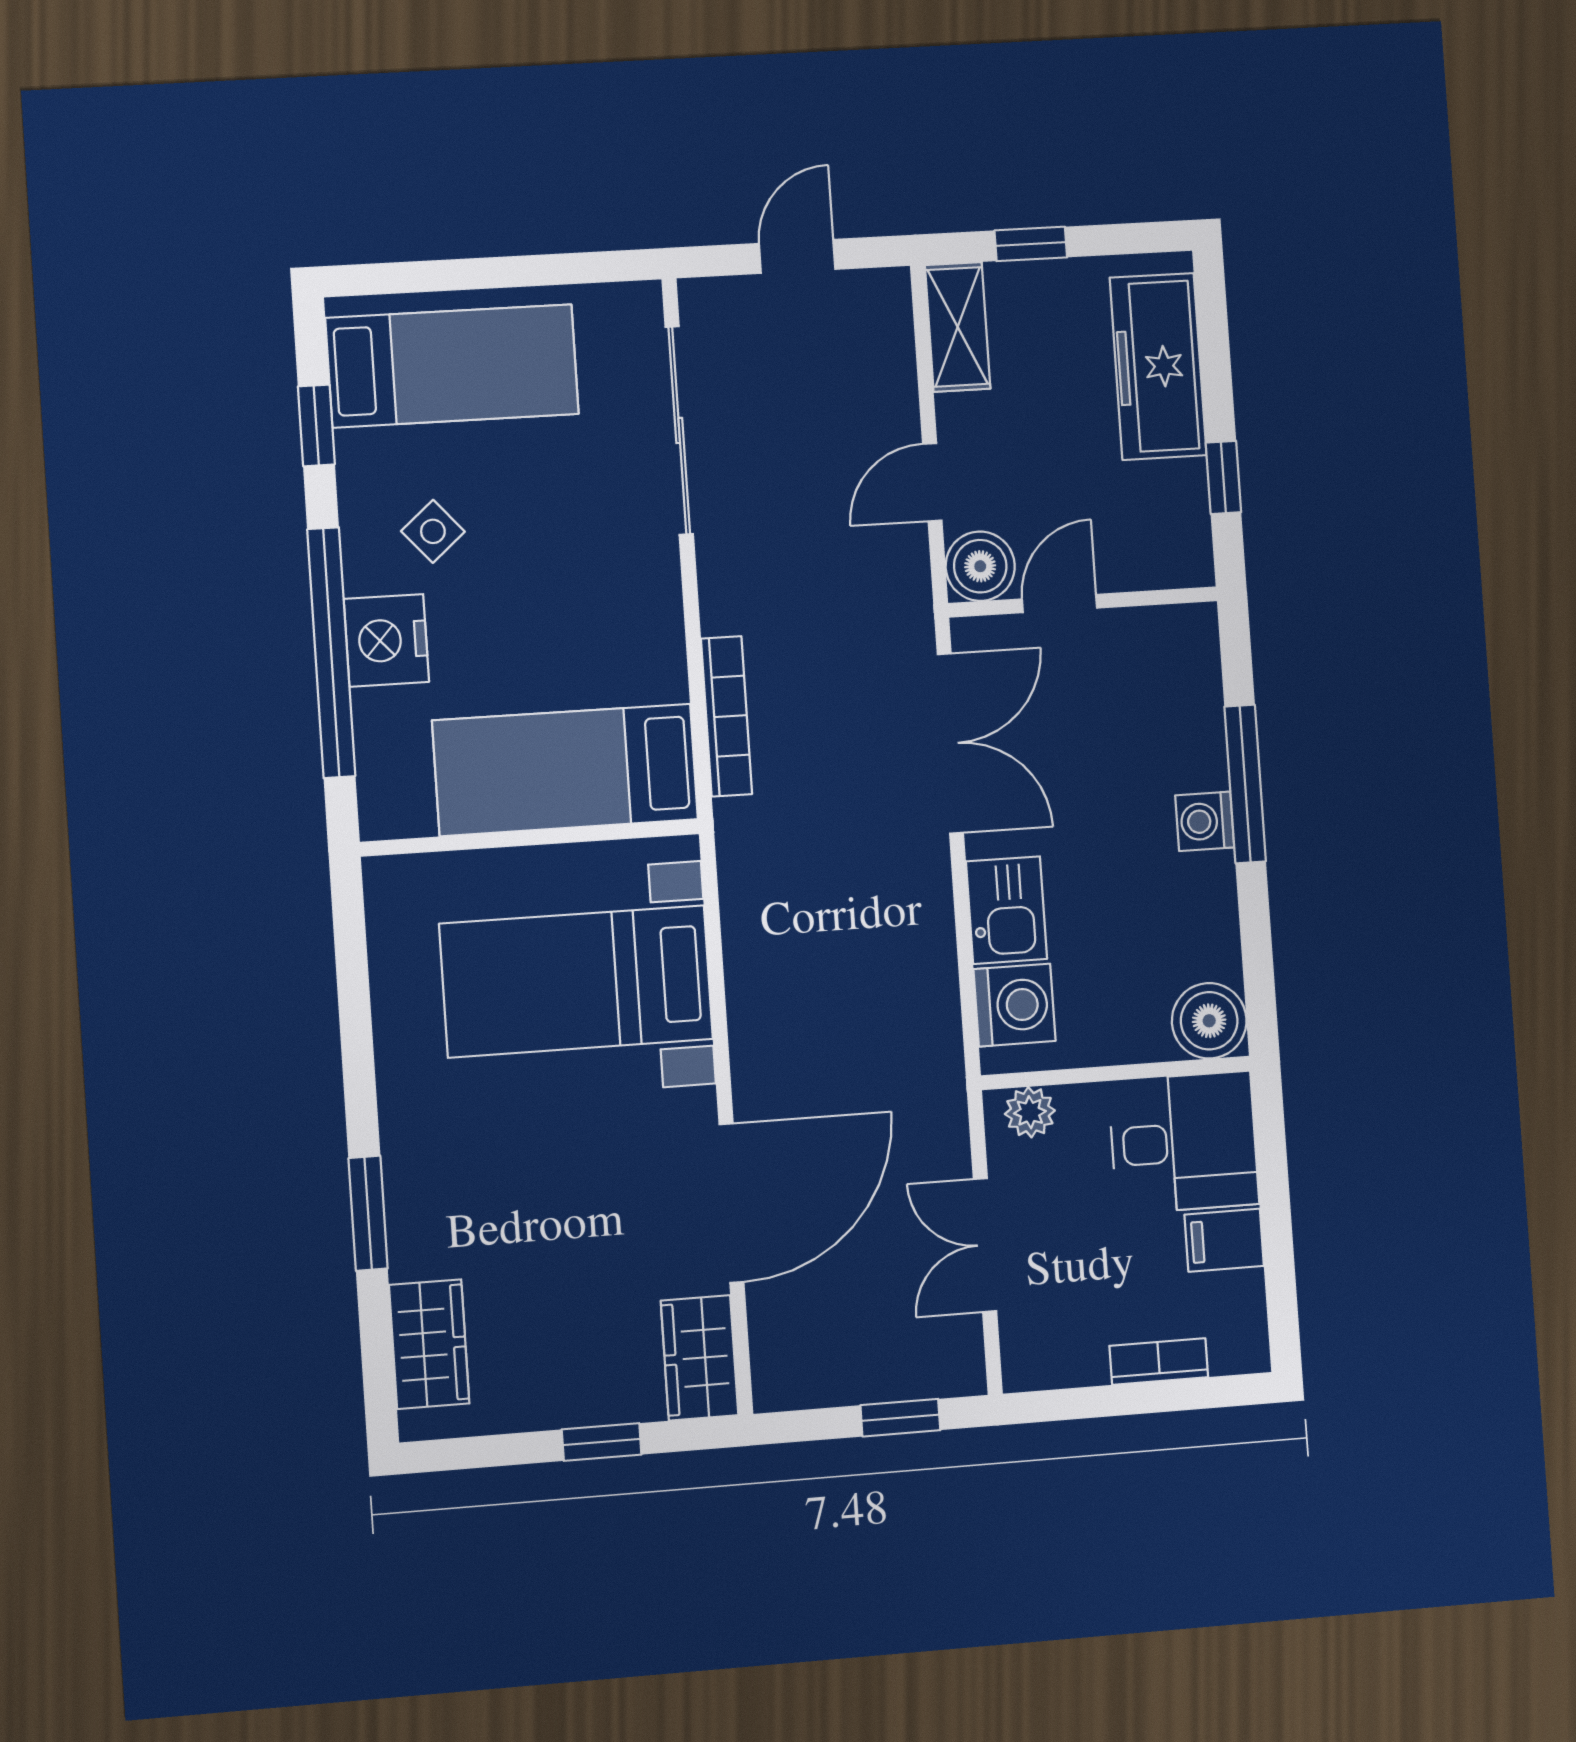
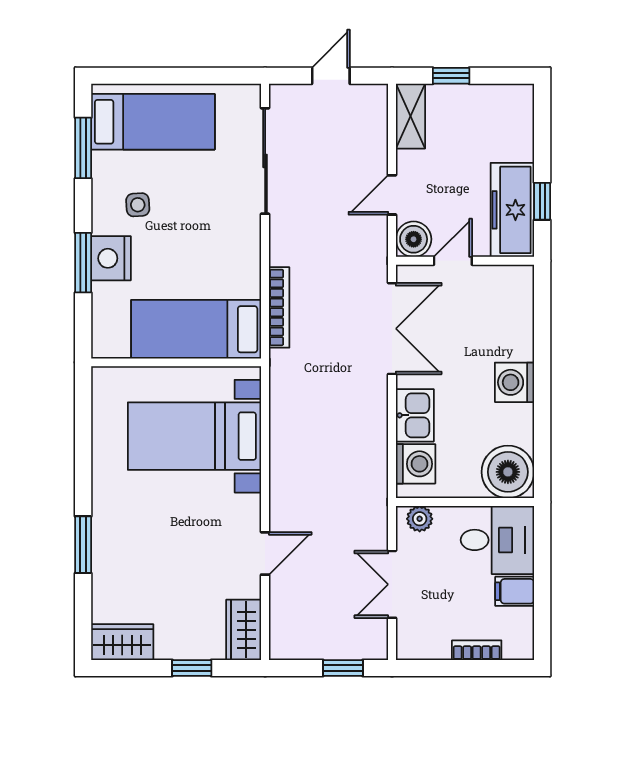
freezer: (1158, 366) -> (512, 210), moved
window: (316, 425) -> (83, 148), width x1.50
side table: (433, 531) -> (138, 205), turned 38
window: (331, 653) -> (83, 263), width x0.47
window: (1245, 784) -> (542, 359), removed
washing machine: (1205, 821) -> (515, 382), width x1.38, depth x1.38
boiler: (1209, 1021) -> (508, 472), width x1.37, depth x1.37
door: (732, 1203) -> (265, 553), width x0.53
wardrobe: (429, 1344) -> (122, 642), moved, turned -90

